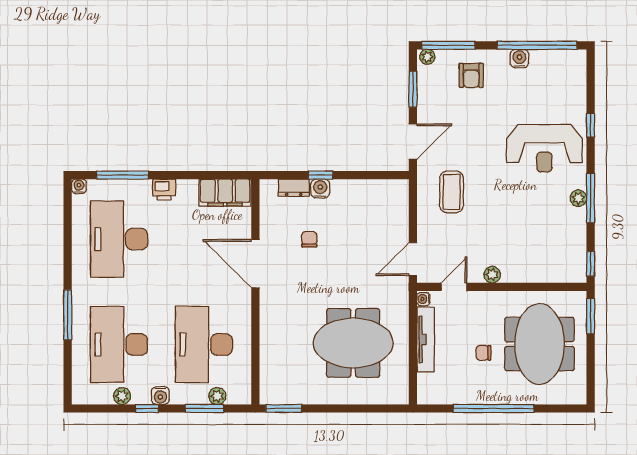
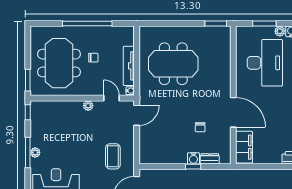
filing cabinet: (225, 193) -> (244, 147), moved, turned 90
door: (454, 287) -> (111, 98), swing flipped
plant: (217, 396) -> (280, 31), moved

